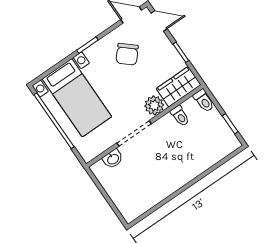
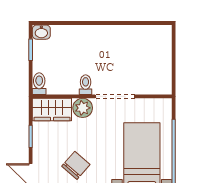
toilet: (180, 116) -> (86, 85), moved
washbasin: (113, 159) -> (41, 32), moved, turned 180

